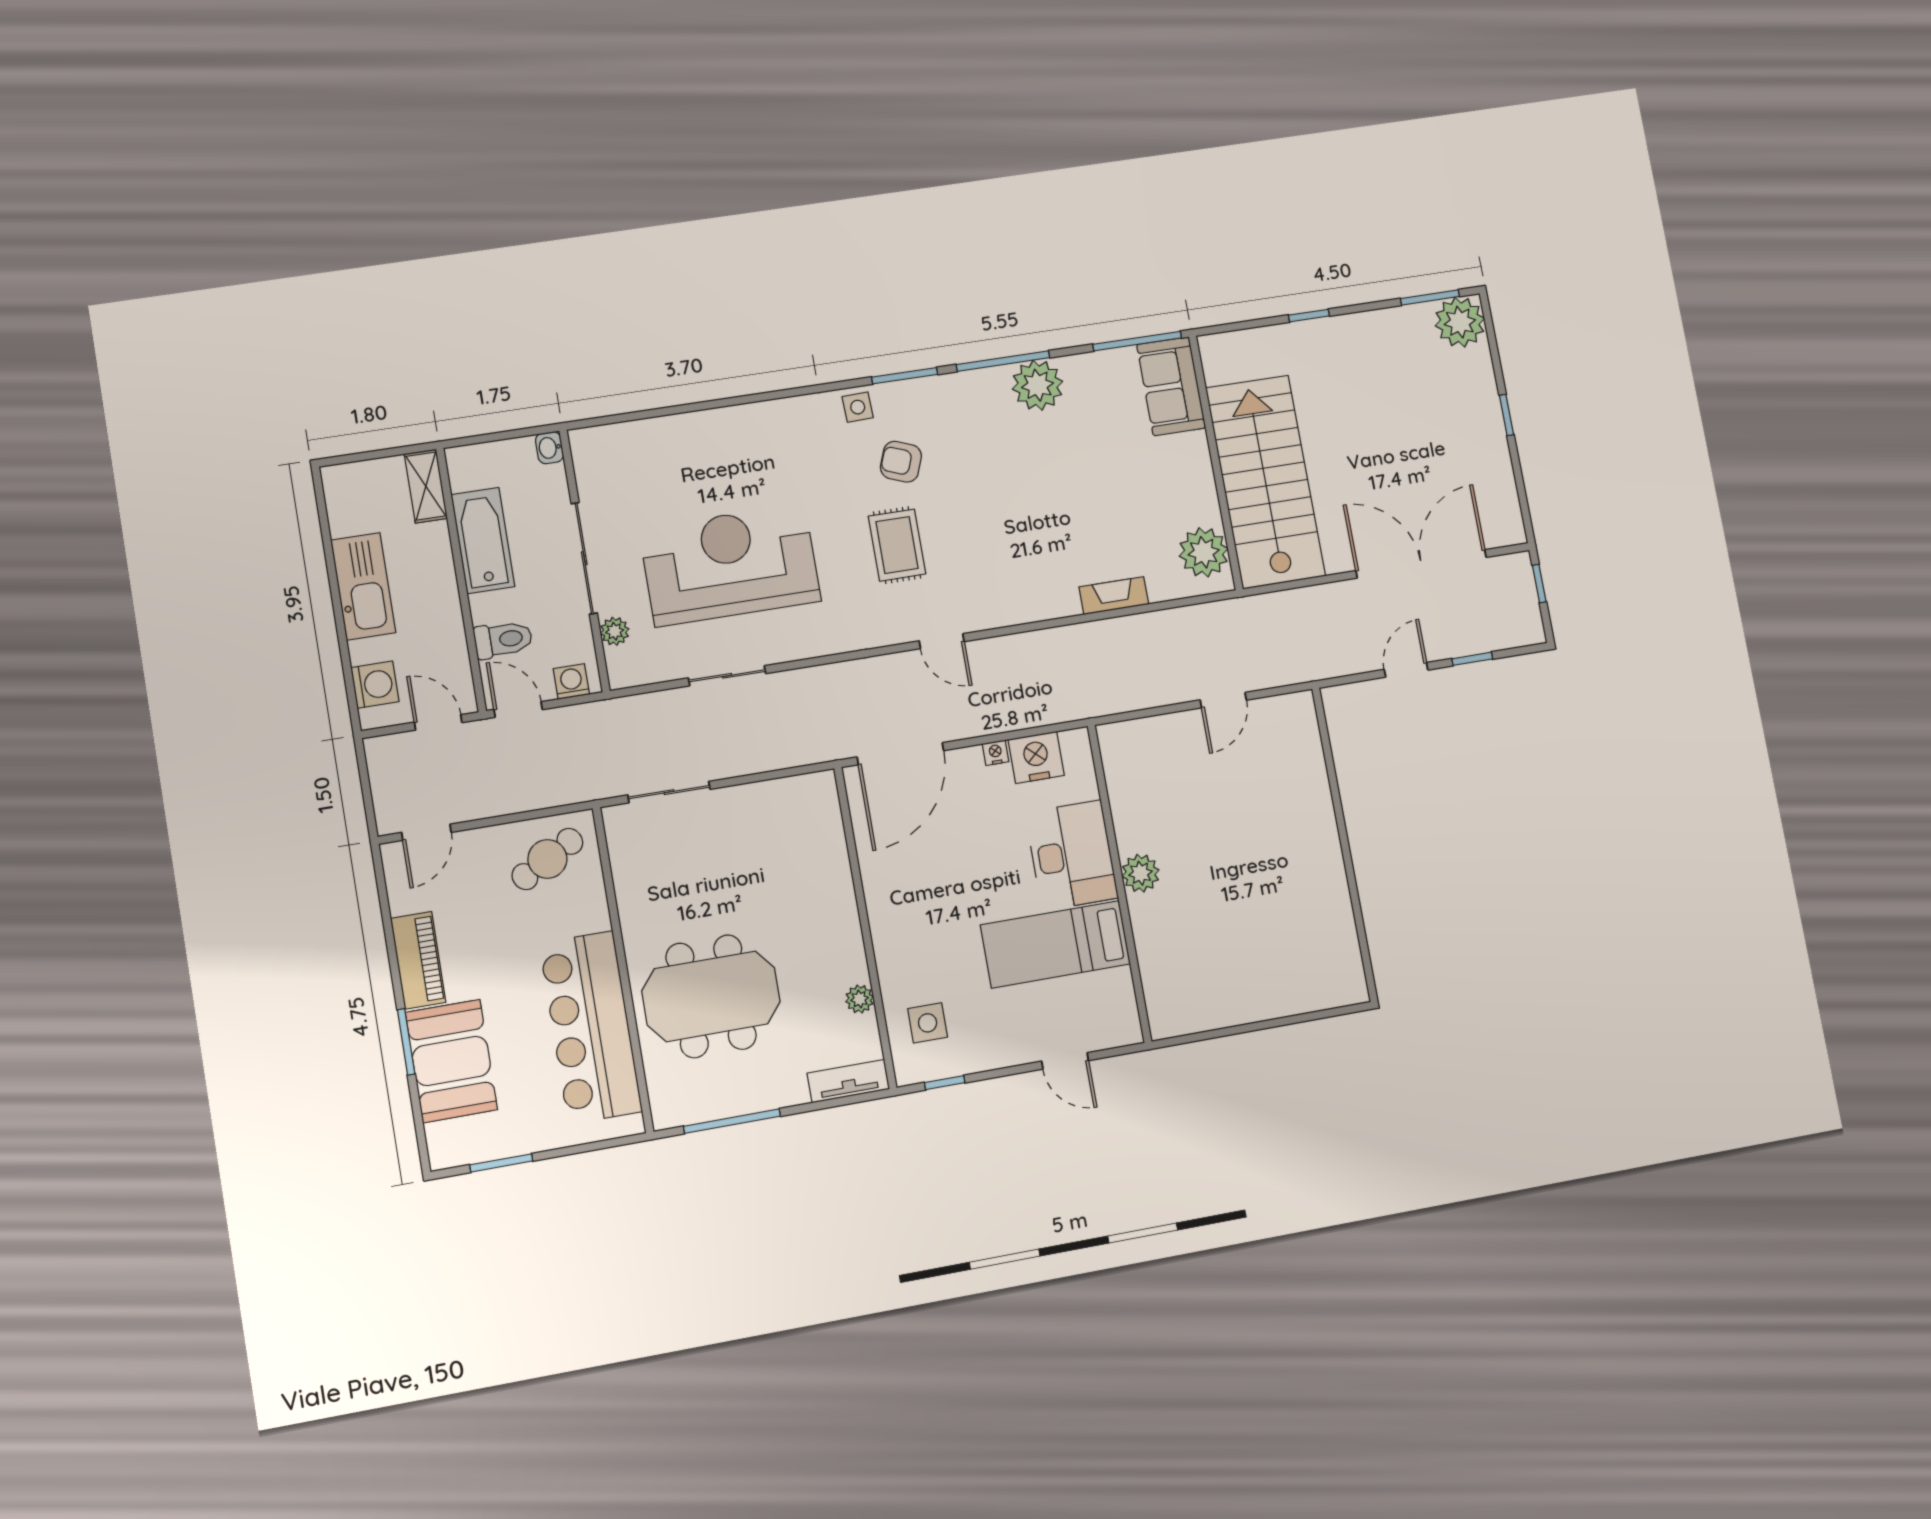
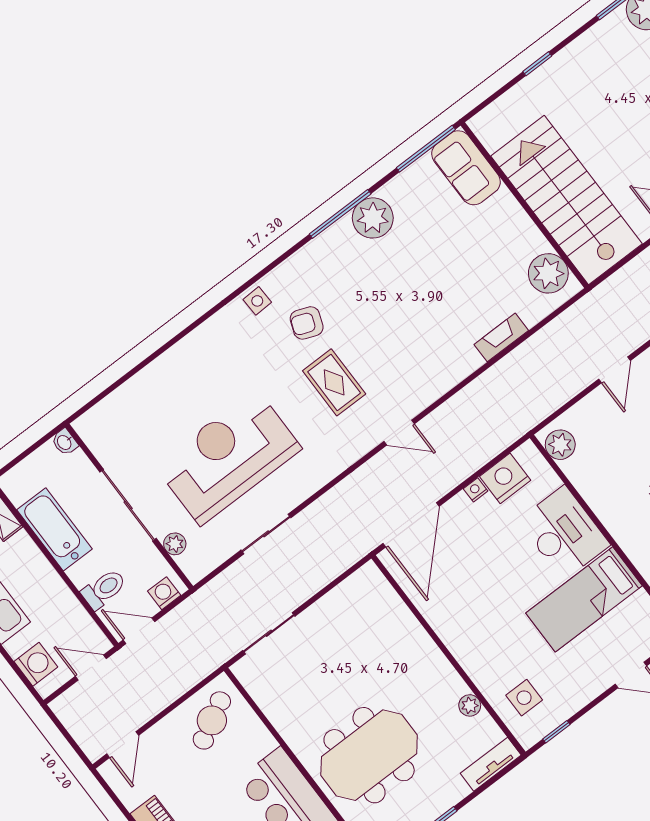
window: (905, 376) -> (278, 261), removed
plant: (1141, 873) -> (560, 445), moved

